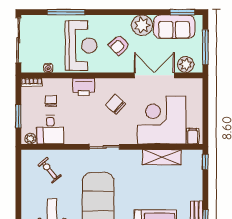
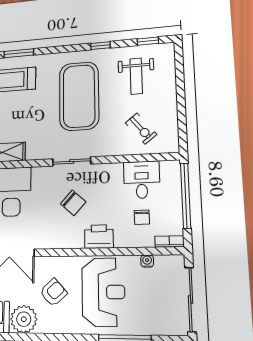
reception desk: (81, 46) -> (103, 292), turned 180
chair: (116, 104) -> (73, 203), moved
window: (18, 116) -> (186, 196), width x2.11
plant: (30, 139) -> (168, 167), removed

